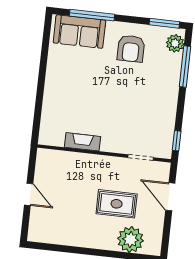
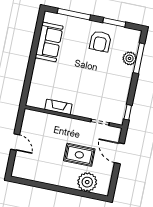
window: (164, 23) -> (114, 22), moved
sofa: (79, 32) -> (49, 42), moved, turned -90
plant: (175, 43) -> (130, 58), moved

